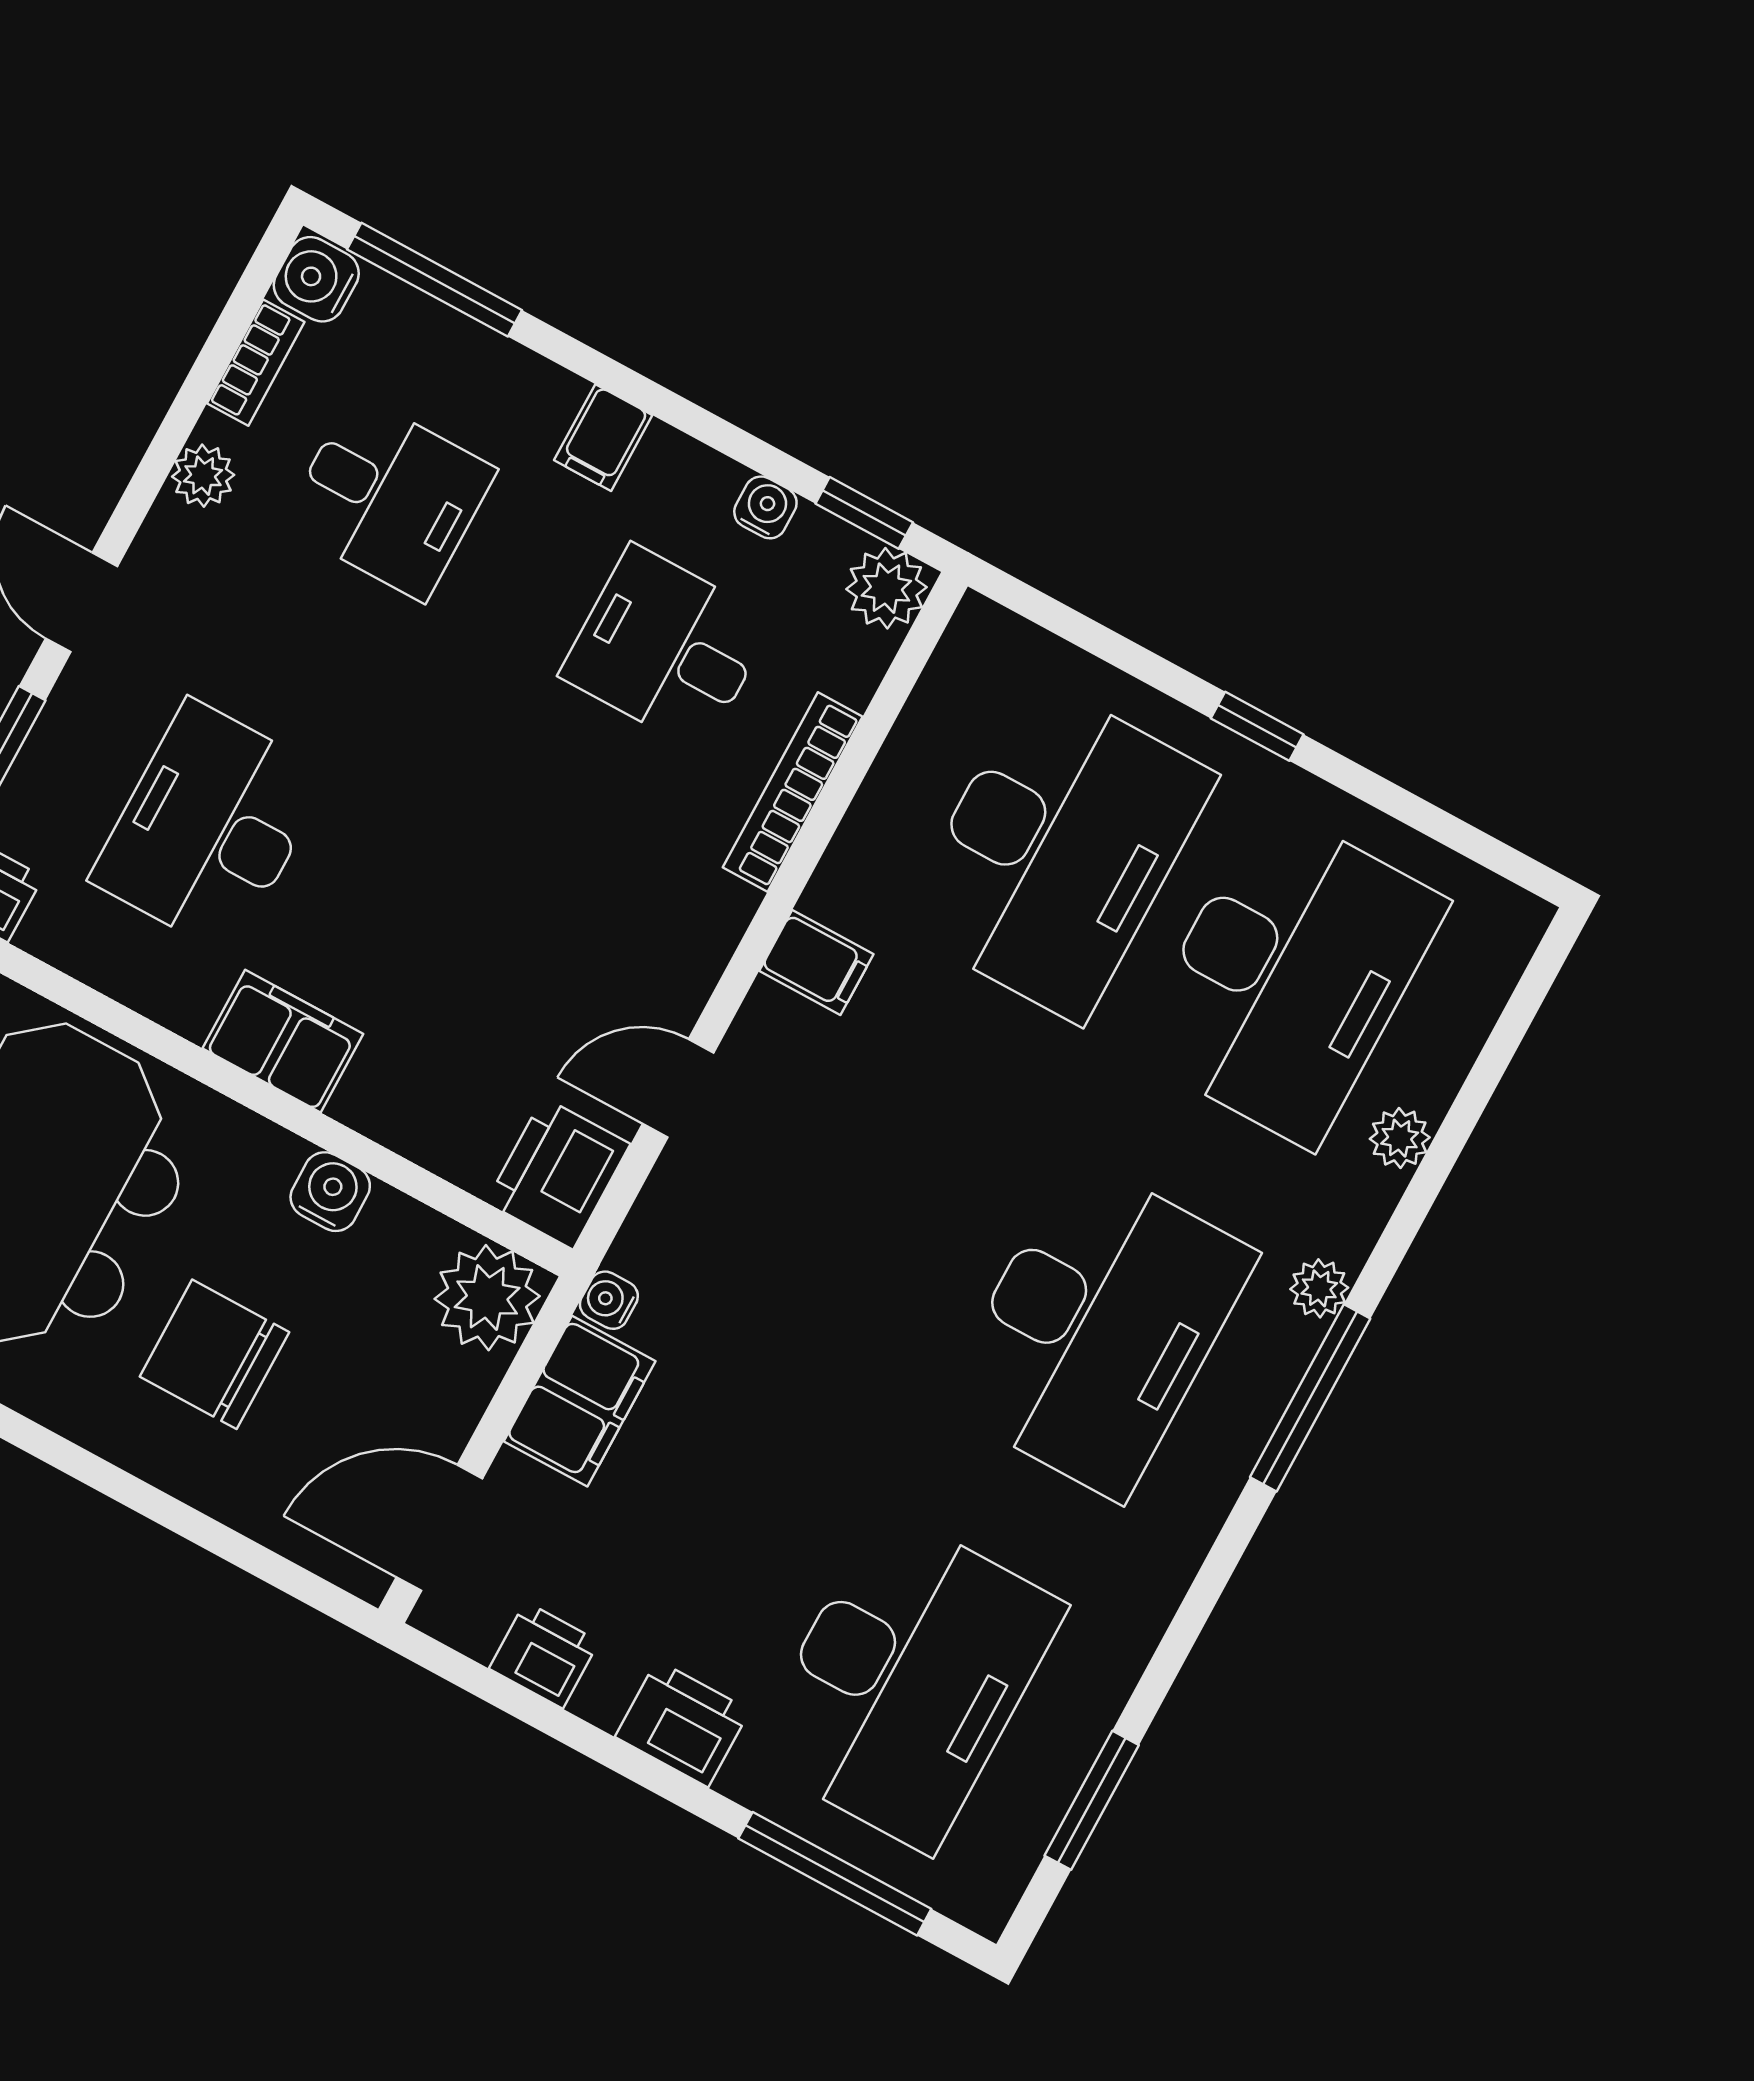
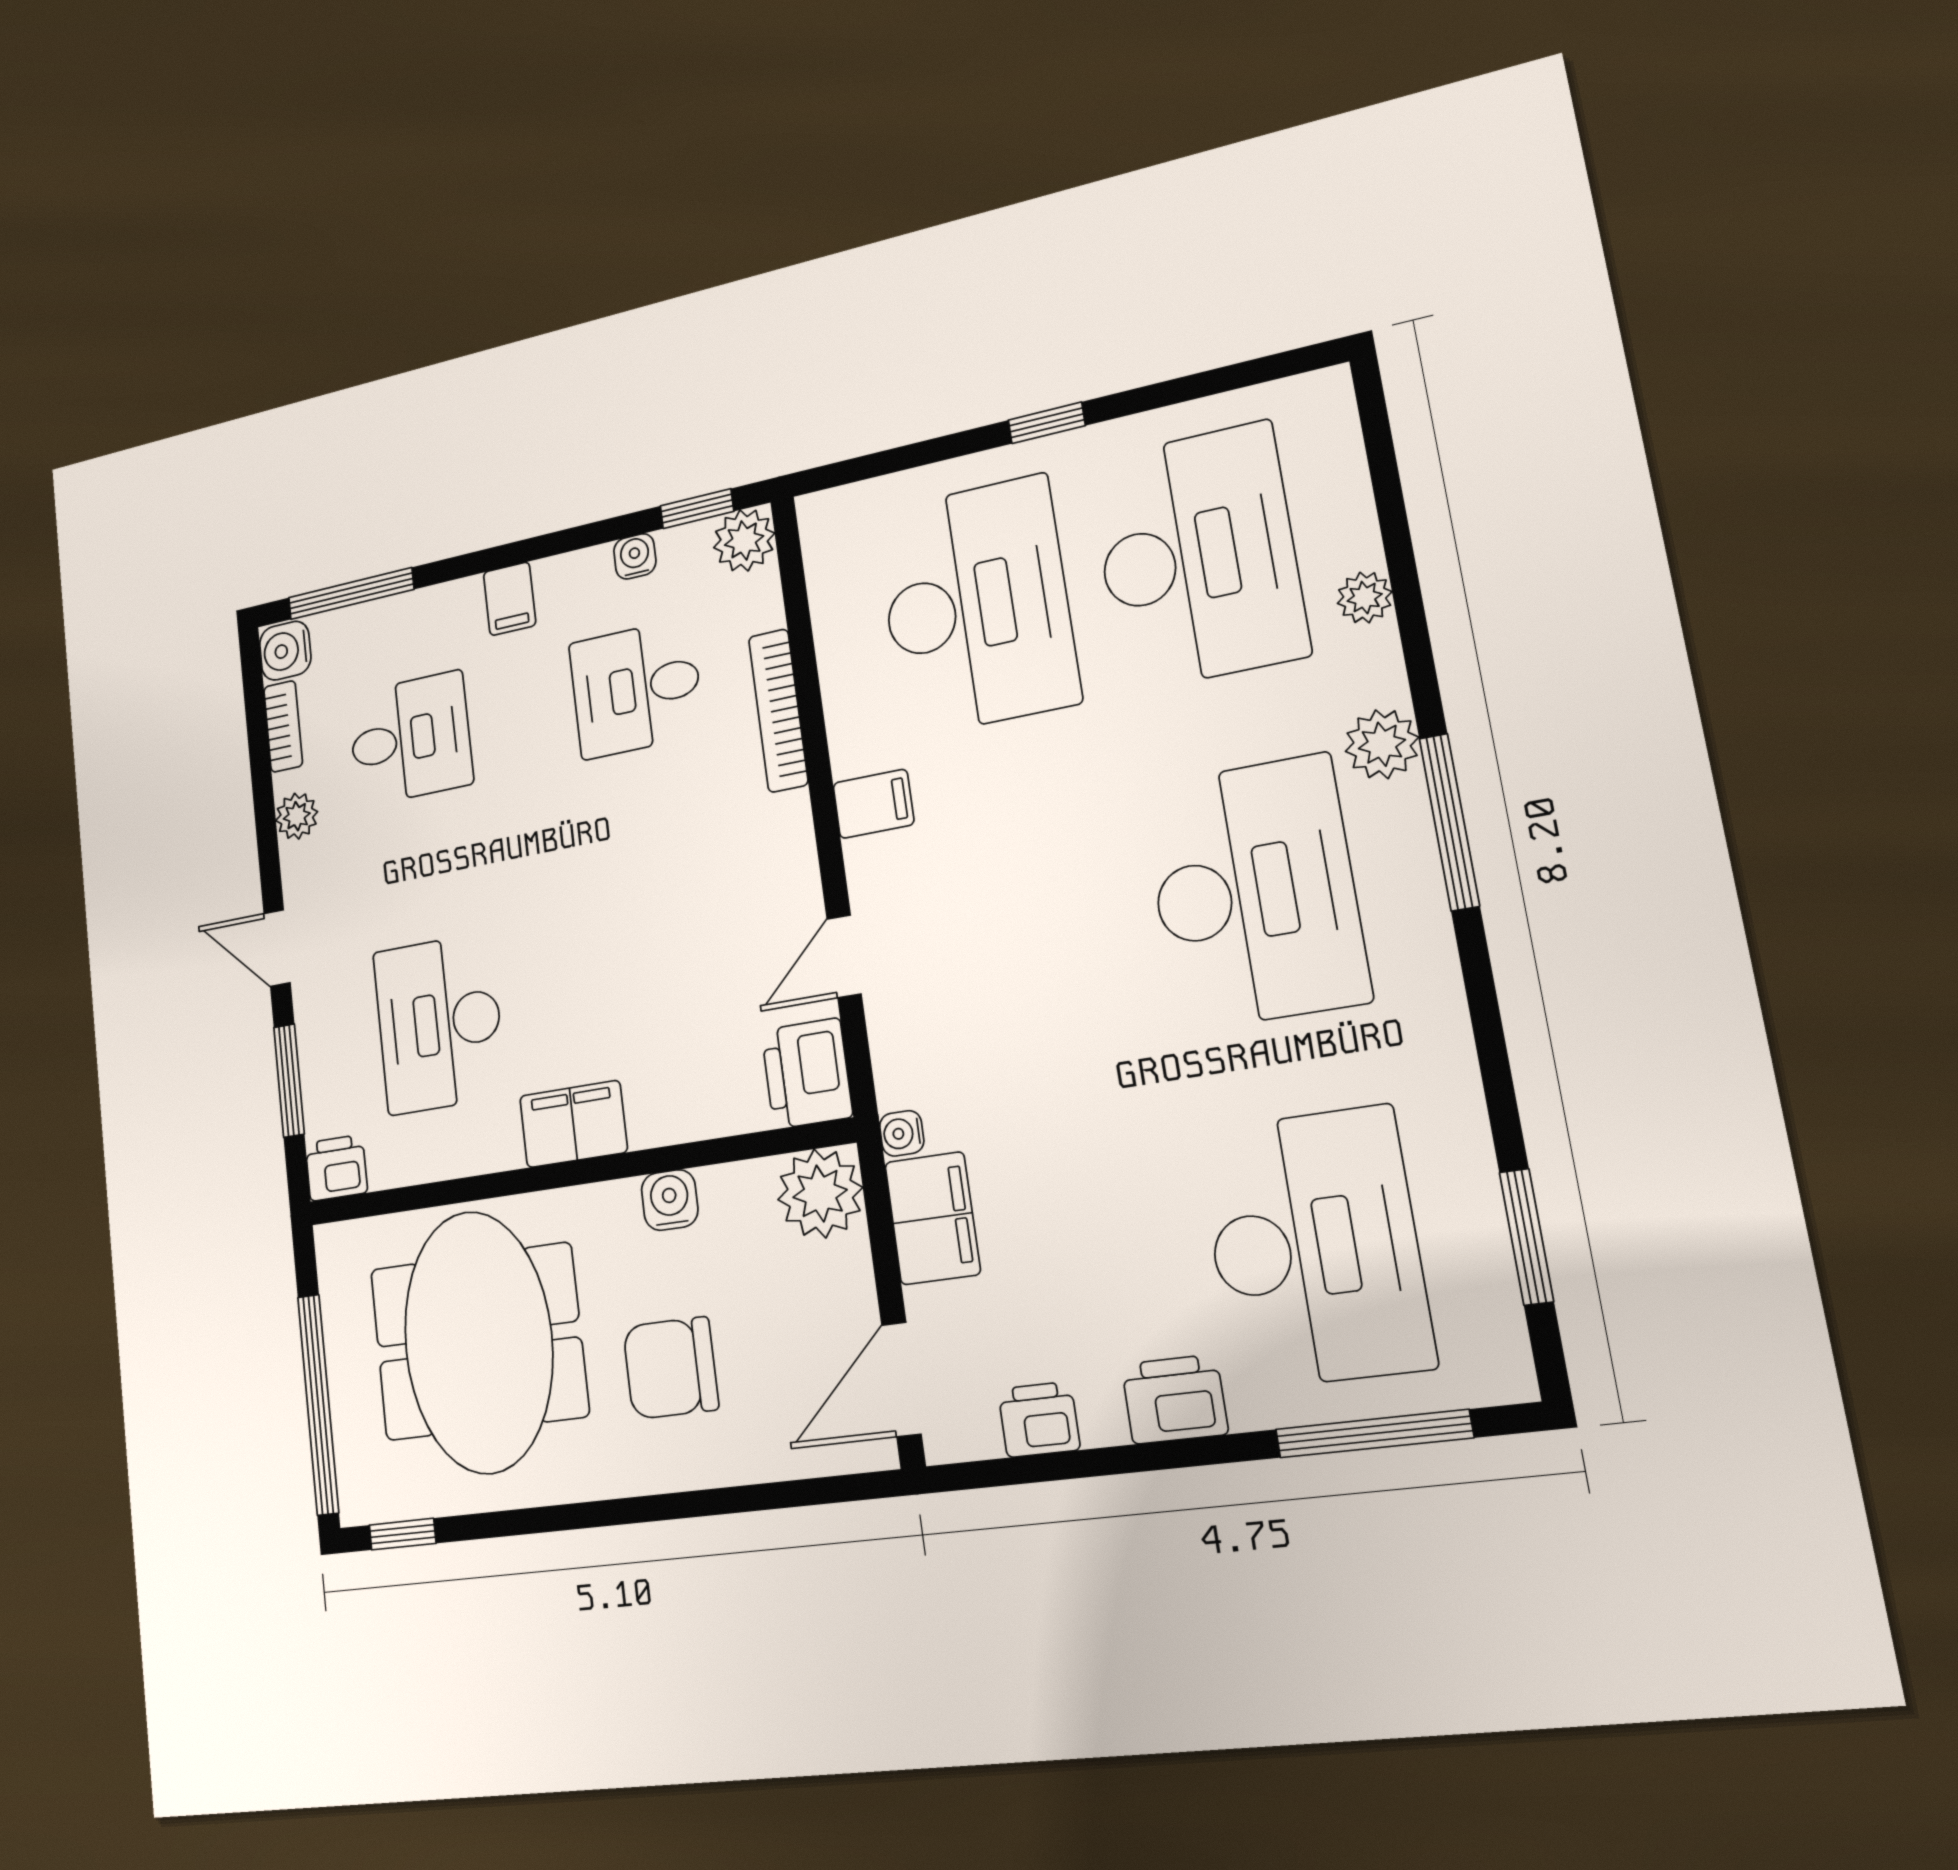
plant: (1319, 1288) -> (1382, 744), width x1.38, depth x1.38

